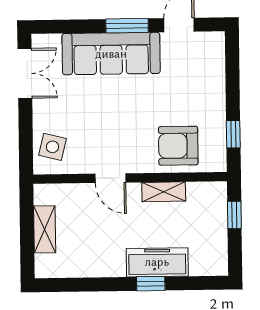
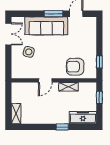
side table: (52, 147) -> (29, 52), moved
door: (110, 178) -> (45, 80), hinge flipped
shelving: (45, 229) -> (16, 114), moved
freezer: (157, 262) -> (83, 118), moved

